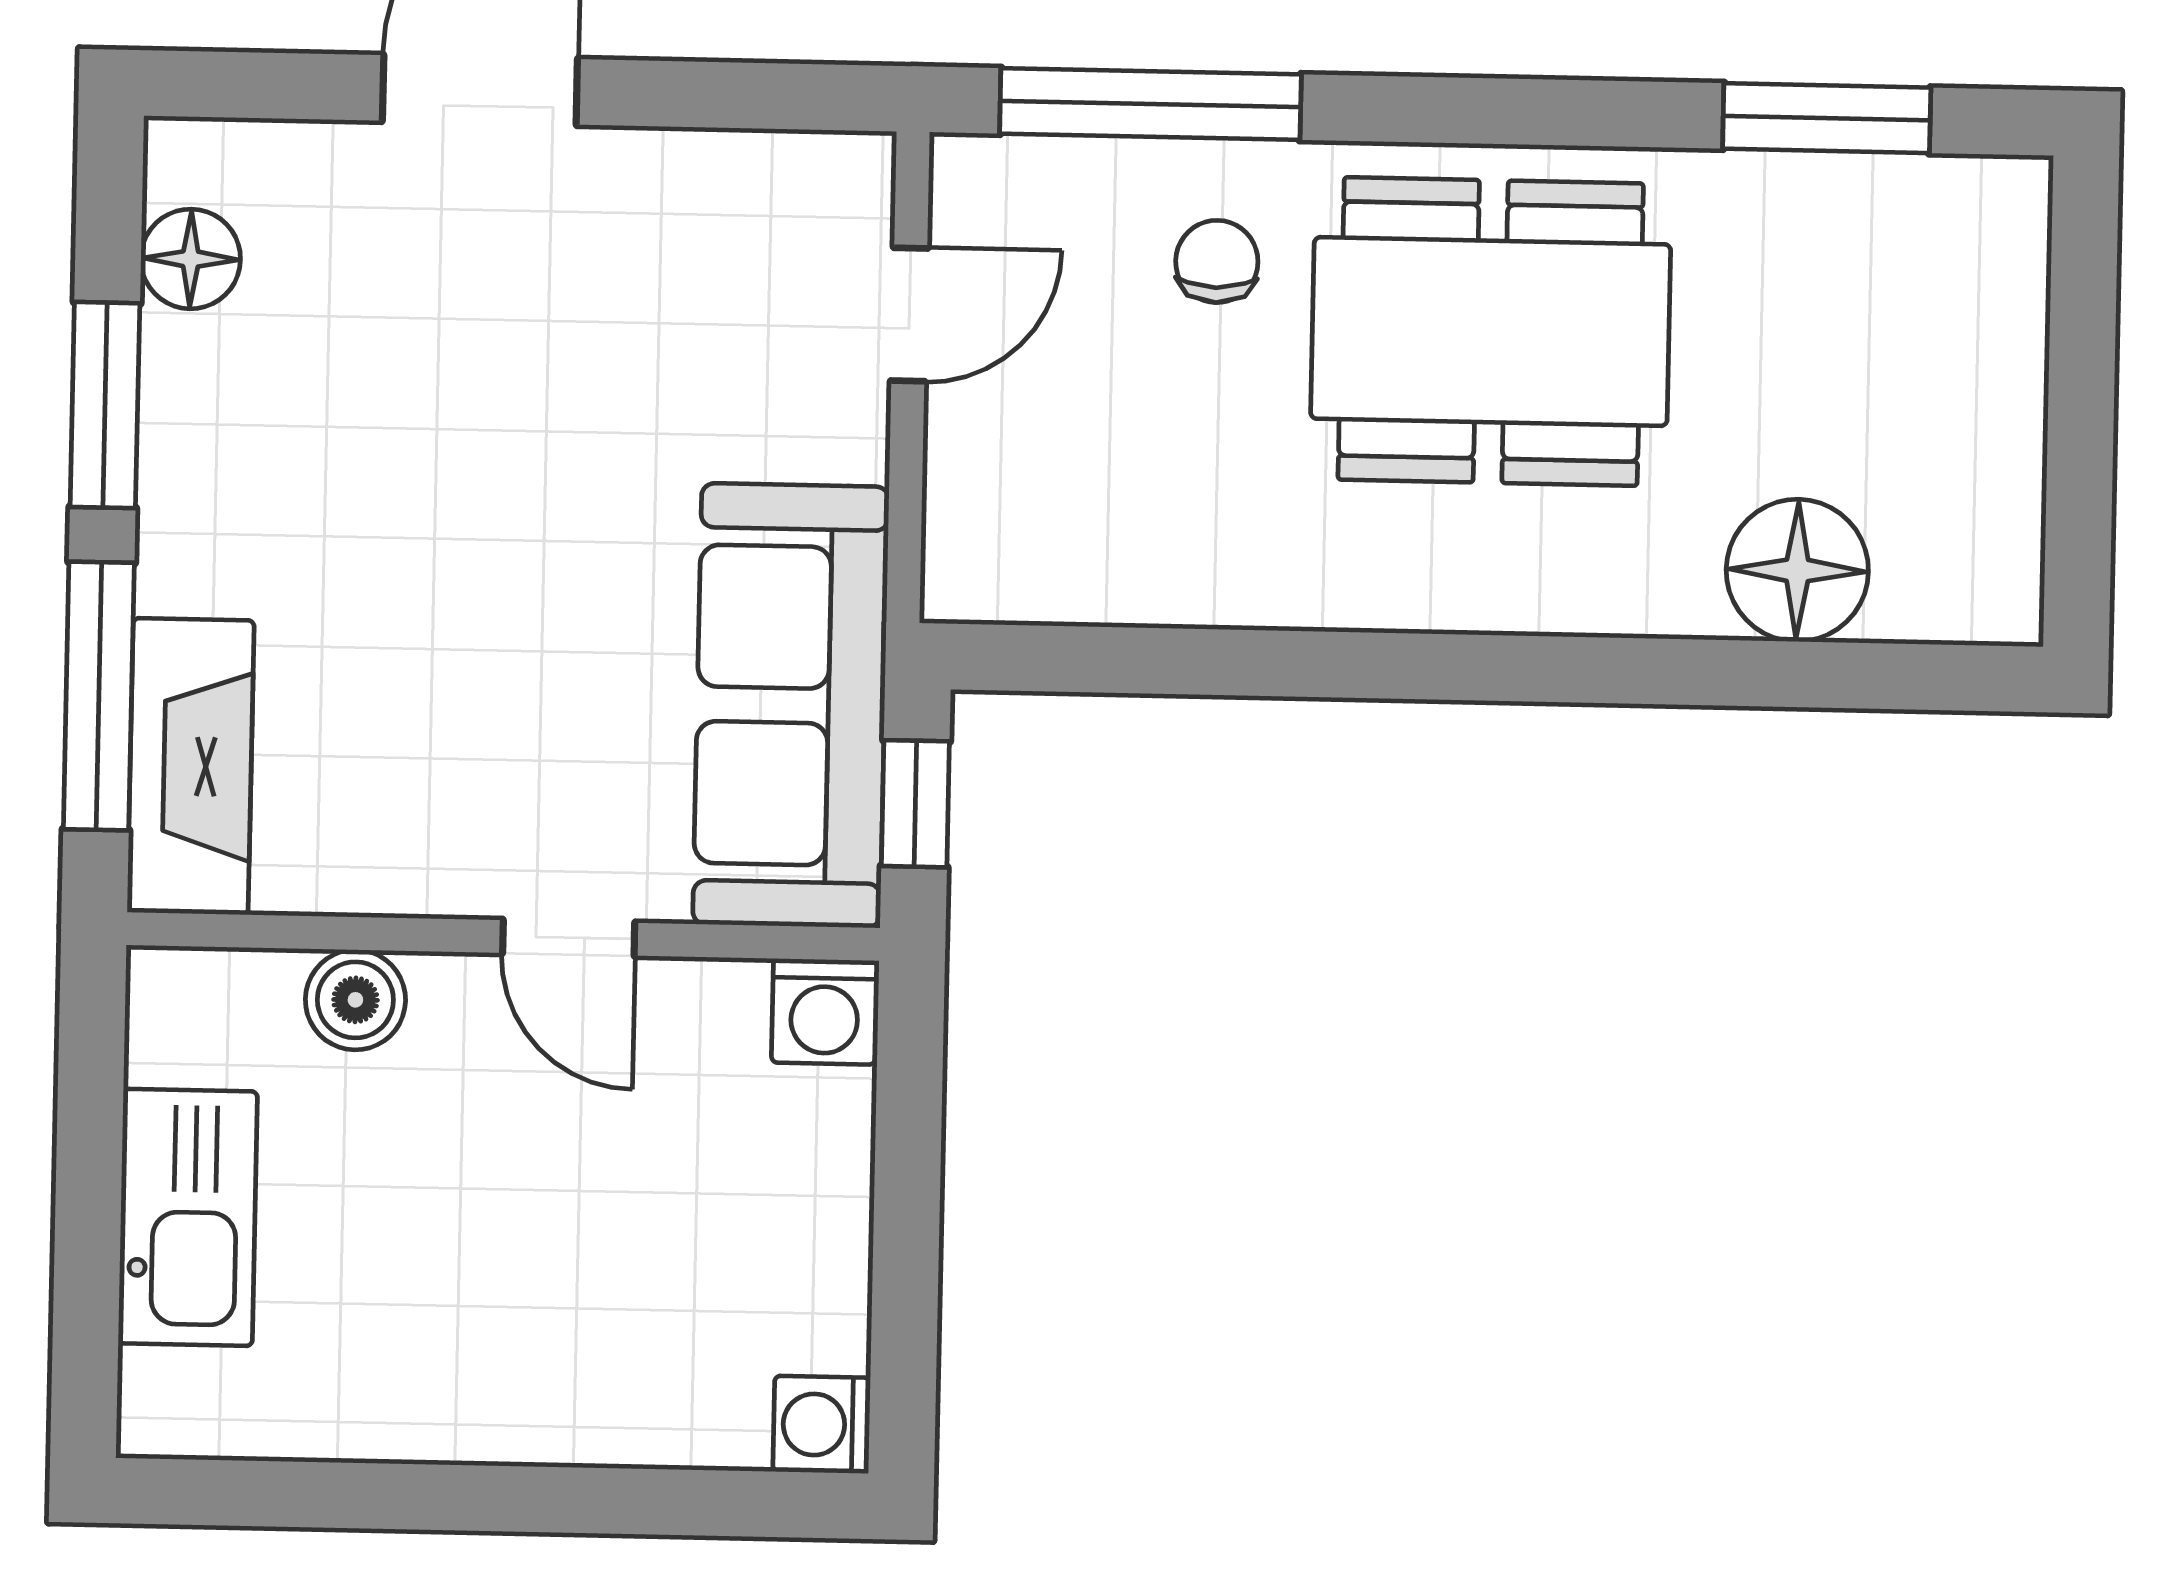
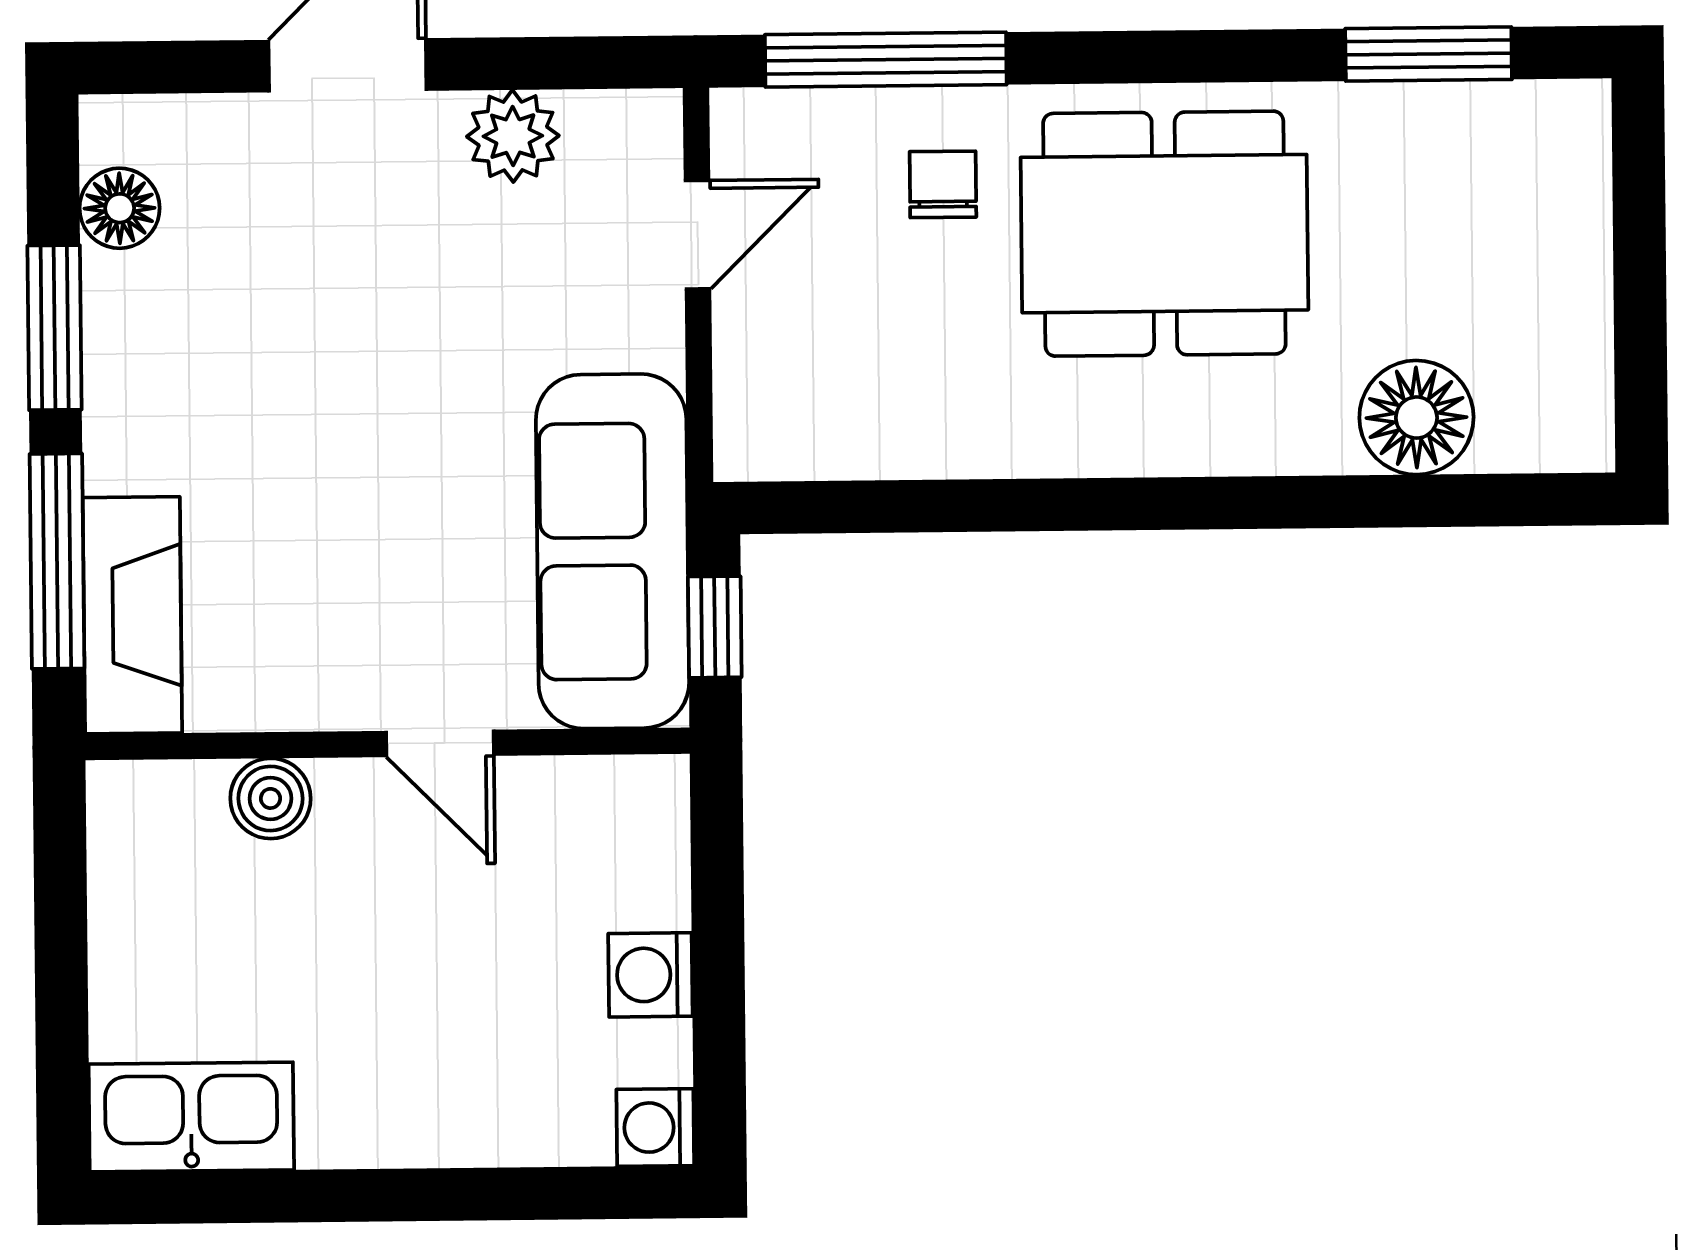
plant: (683, 184) -> (513, 136), added
washing machine: (824, 1012) -> (650, 975), moved, turned 90
kitchen sink: (188, 1217) -> (191, 1117), moved, turned -90

